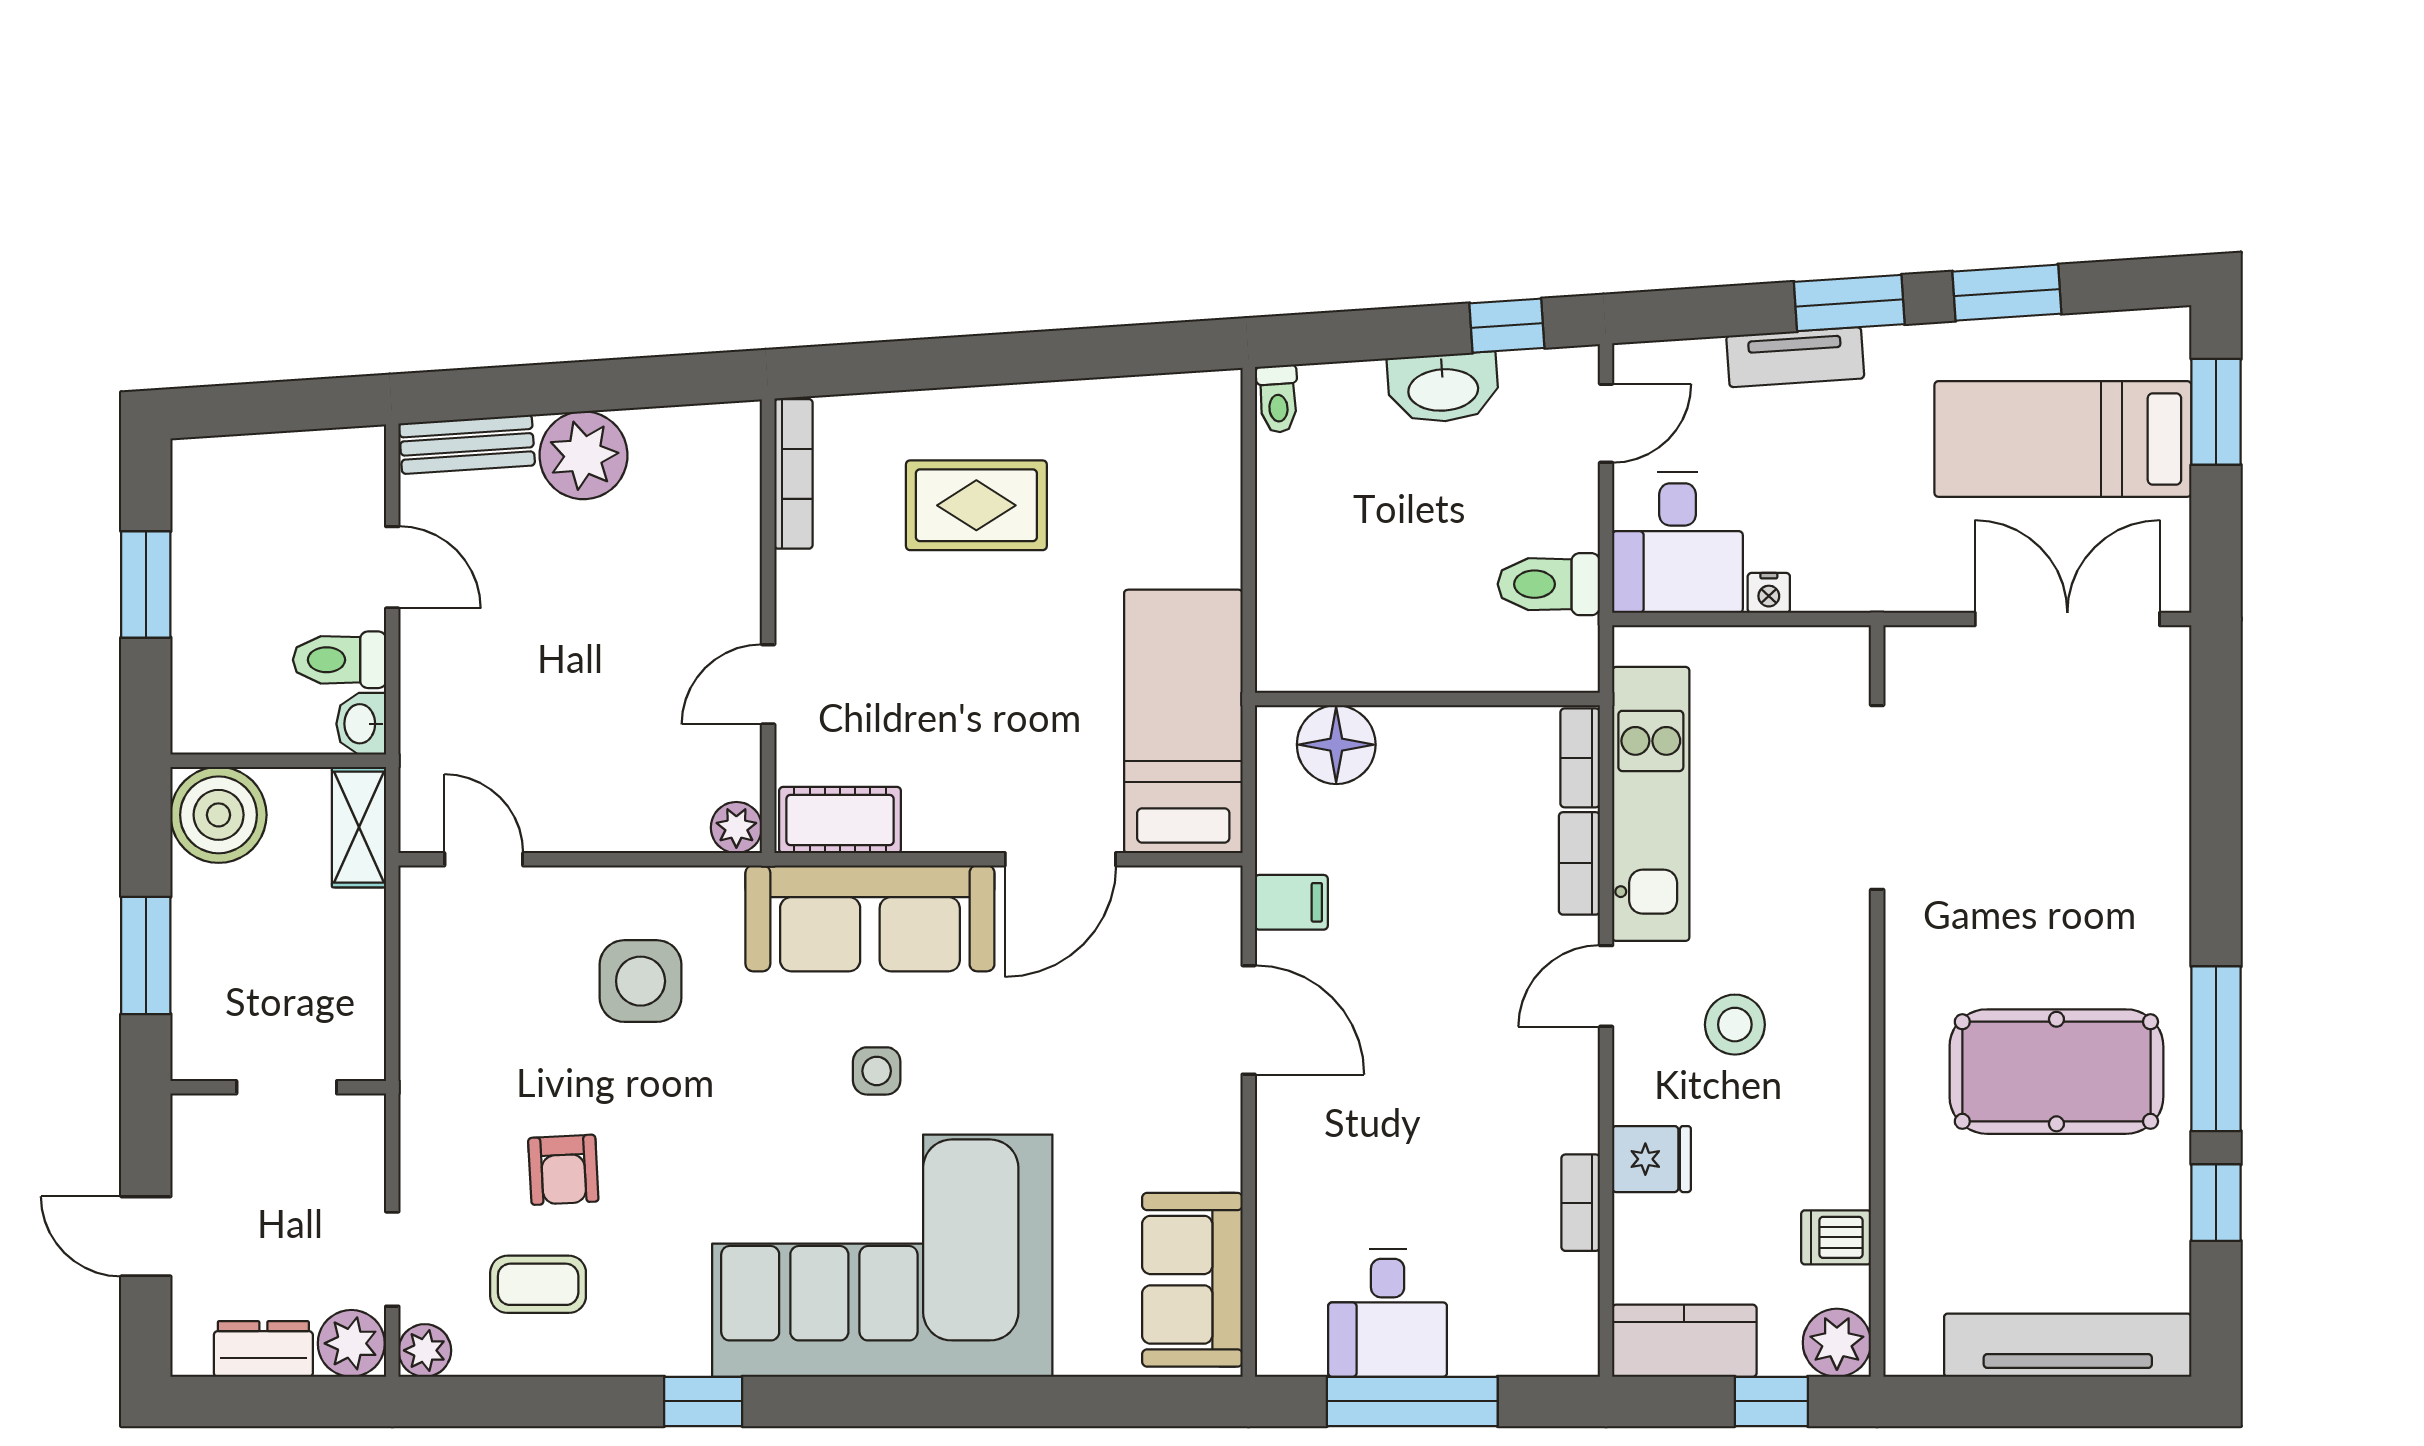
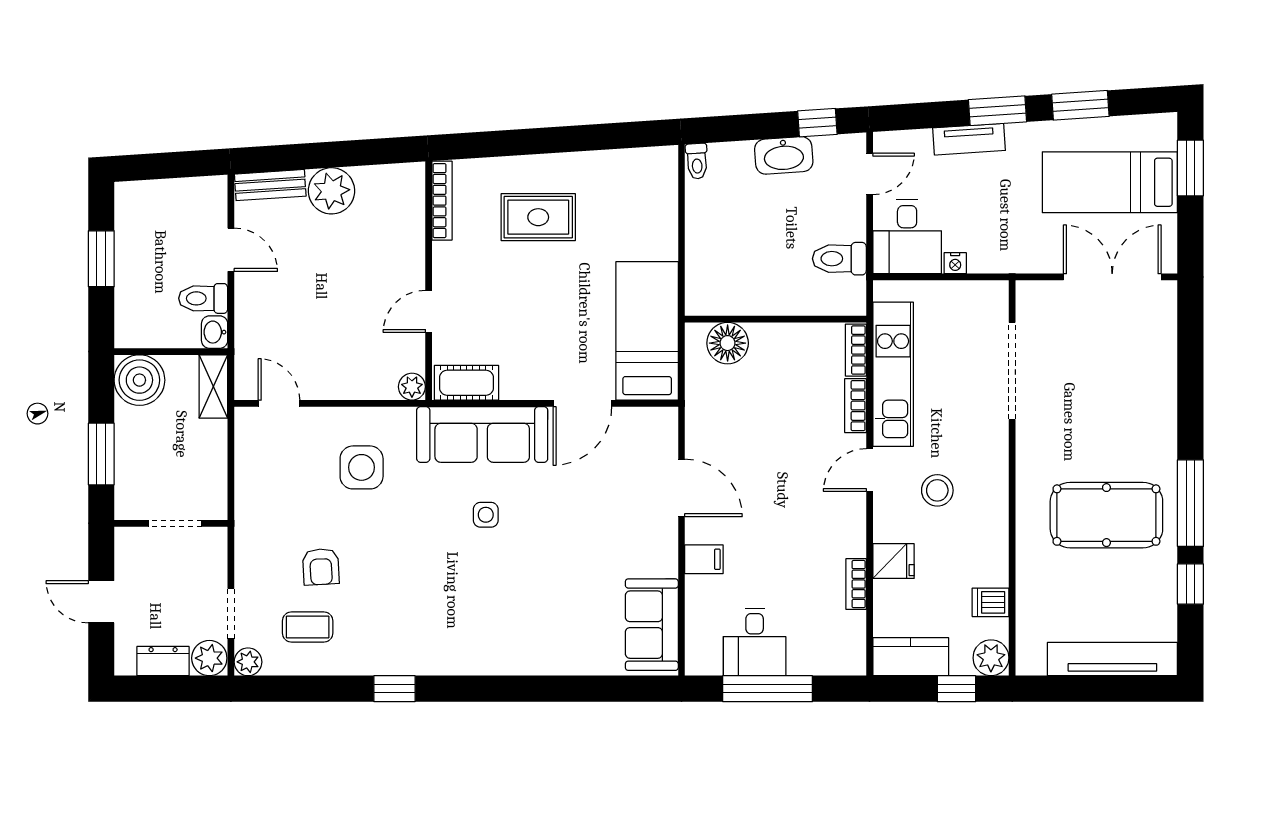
filing cabinet: (1291, 902) -> (704, 559), moved
corner sofa: (882, 1256) -> (489, 612), removed

